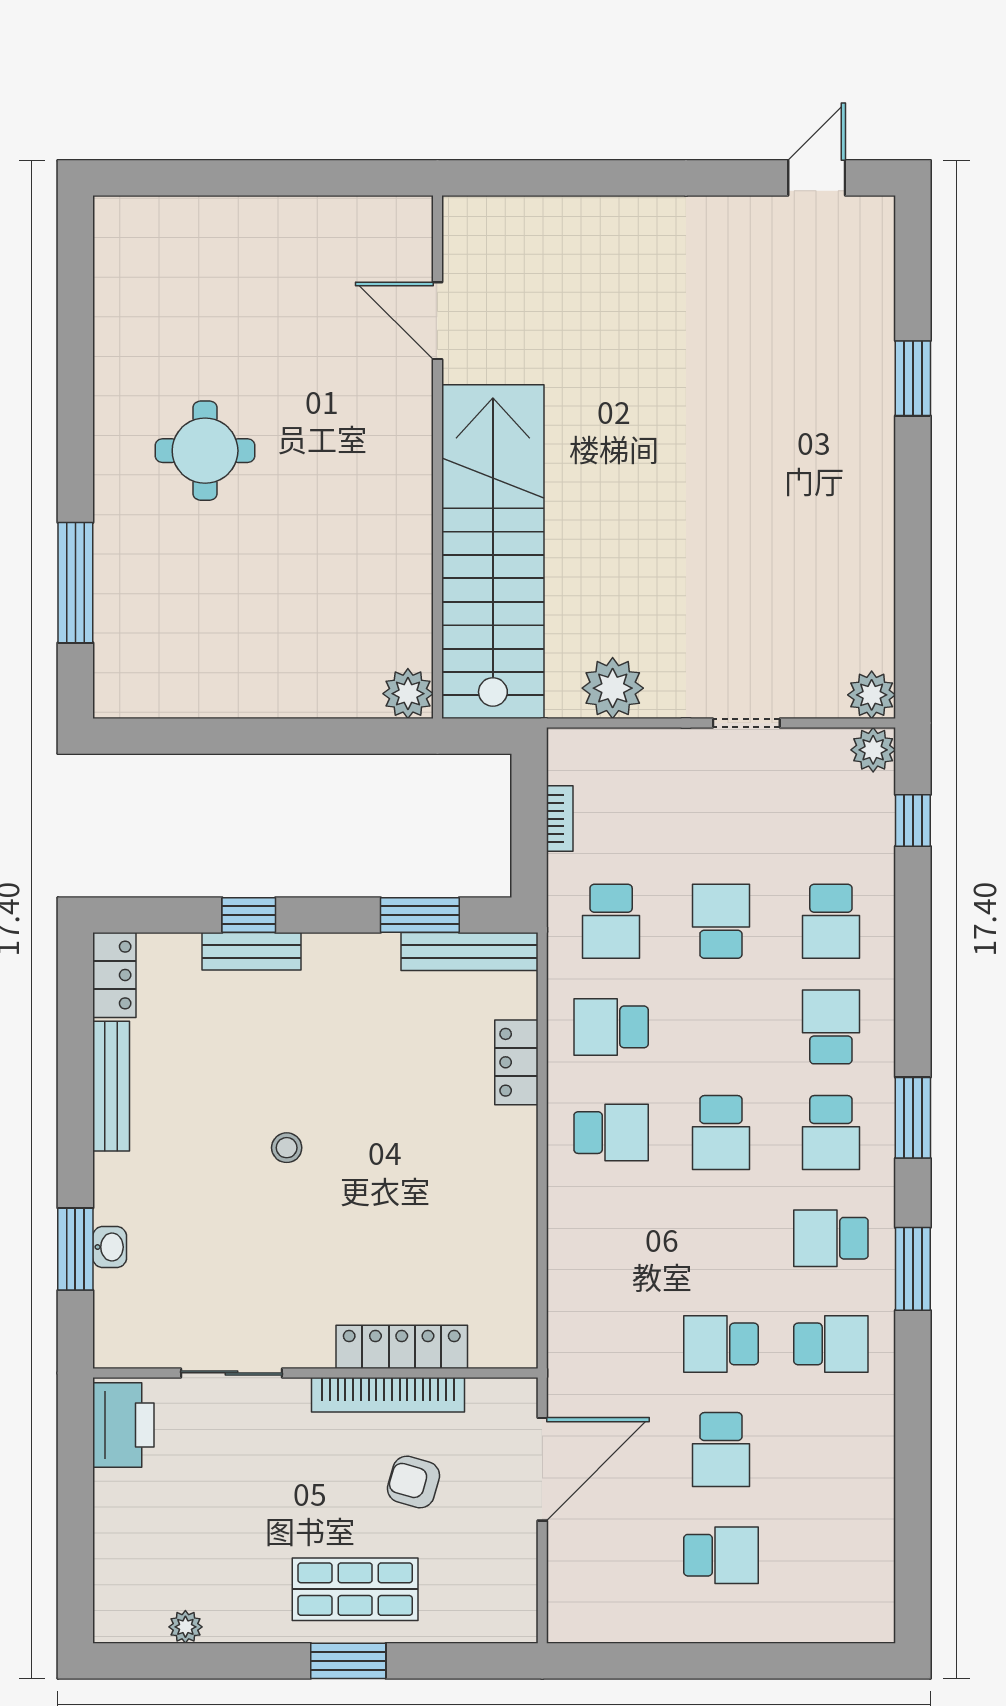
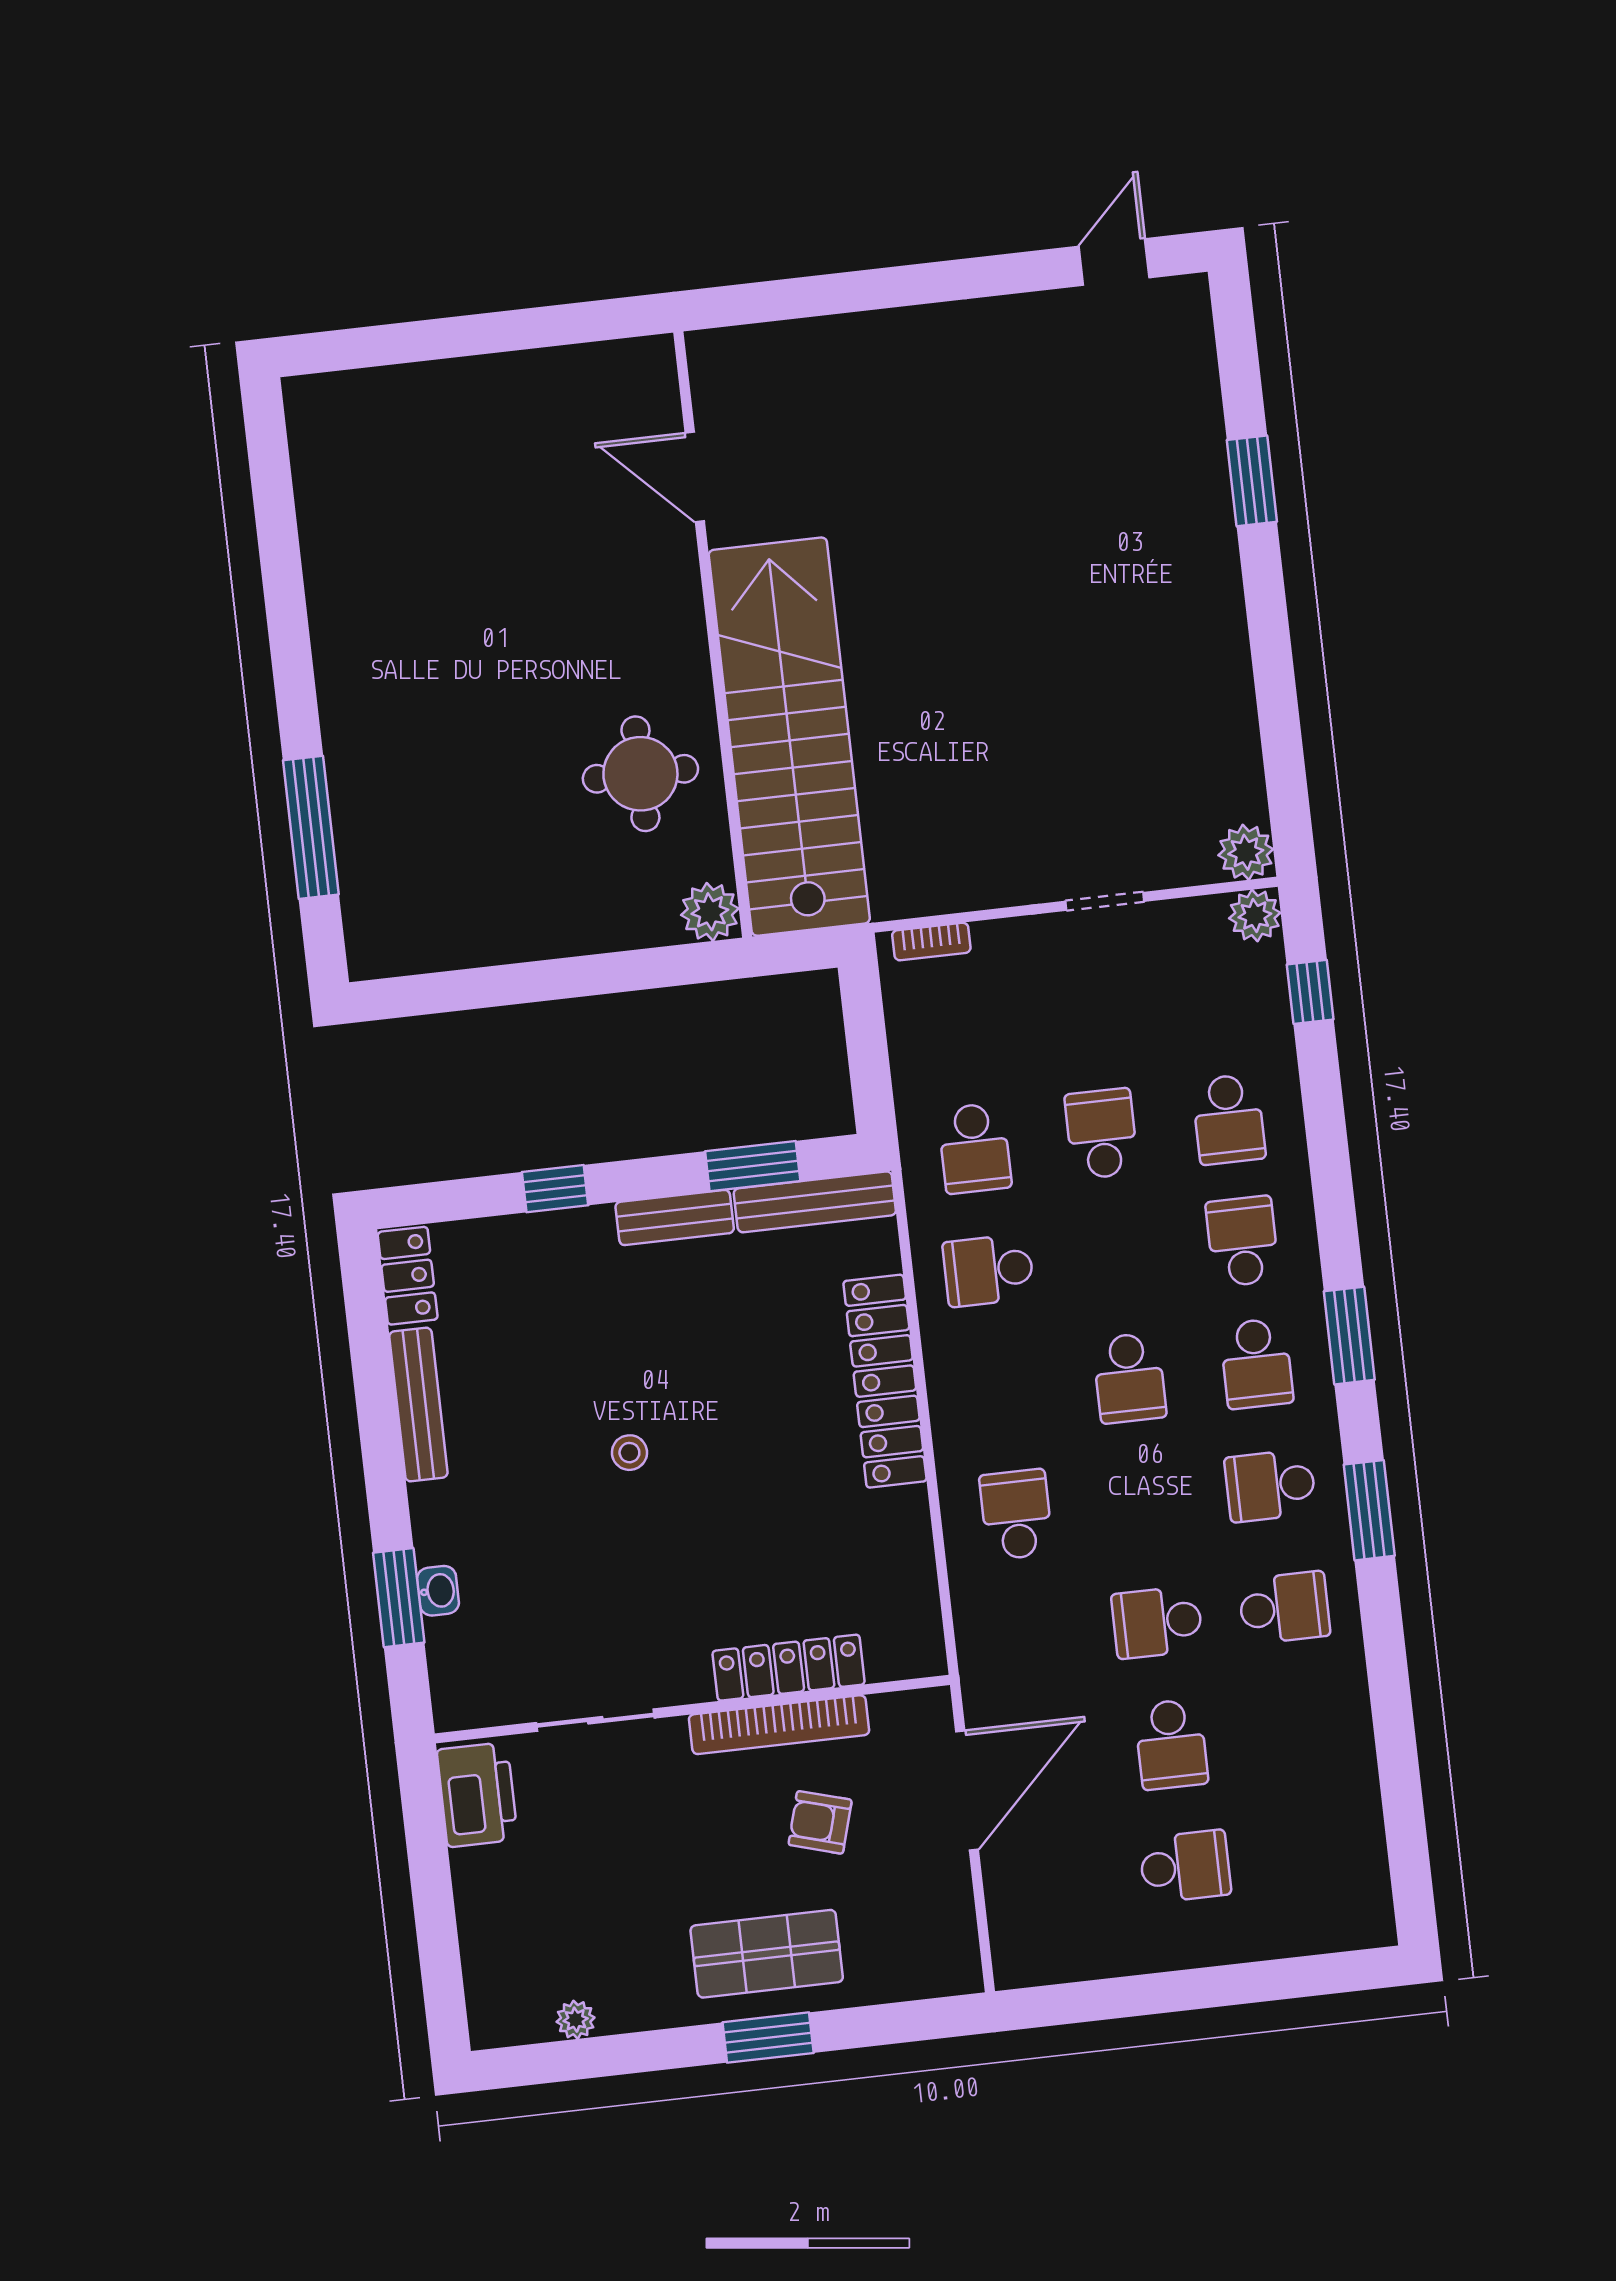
round table: (205, 451) -> (640, 774), moved
plant: (613, 688) -> (946, 878), removed
bookcase: (560, 819) -> (931, 942), moved, turned 90
bench: (252, 951) -> (675, 1218), moved
locker: (516, 1062) -> (885, 1381), width x2.16, depth x1.21
school desk: (611, 1133) -> (1016, 1515), moved, turned -90

